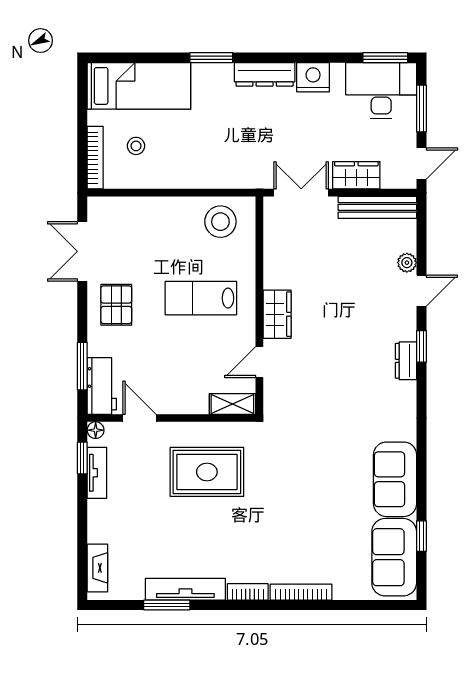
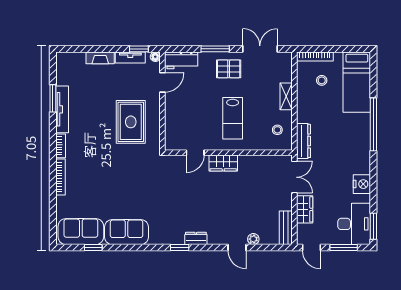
window: (211, 58) -> (373, 124), width x2.11
dresser: (265, 74) -> (303, 141), moved, turned 180
bench: (377, 207) -> (286, 228), width x0.73
stool: (220, 222) -> (277, 130), width x0.53, depth x0.53
lab bench: (201, 298) -> (233, 118), turned 180
window: (422, 346) -> (180, 248), moved
door: (259, 362) -> (195, 153), swing flipped
window: (82, 366) -> (215, 49), moved
shelving: (232, 404) -> (286, 96), moved
fireplace: (97, 568) -> (100, 58), moved

